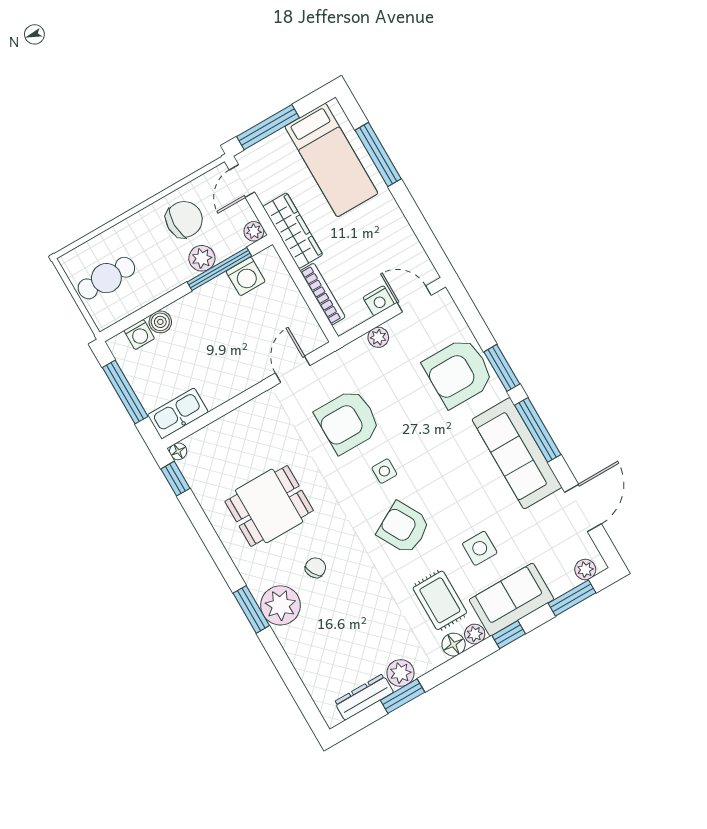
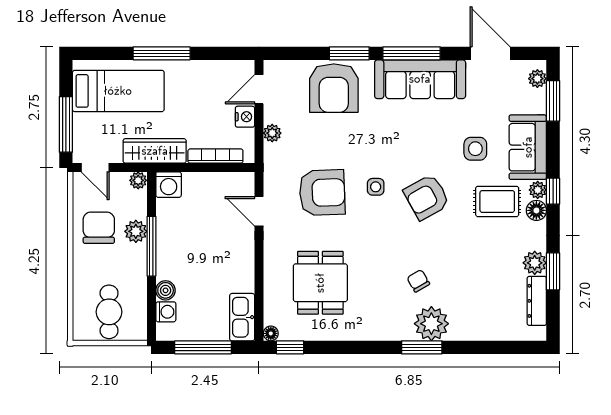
window: (378, 154) -> (162, 53), moved
window: (219, 269) -> (151, 246), moved
washing machine: (246, 276) -> (169, 185), moved, turned 90
armchair: (348, 421) -> (322, 193), turned -92
dining table: (269, 506) -> (320, 283), moved
window: (509, 635) -> (553, 191), moved

